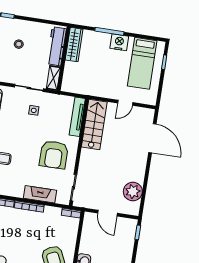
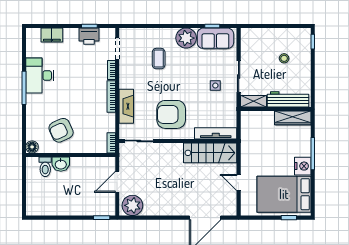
bed: (142, 63) -> (284, 194), width x1.50
plant: (133, 191) -> (132, 205), moved

